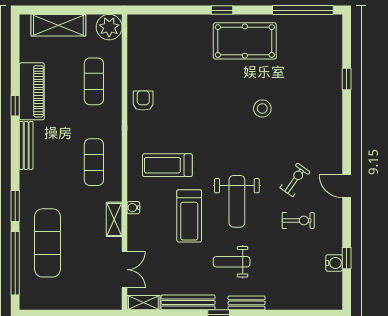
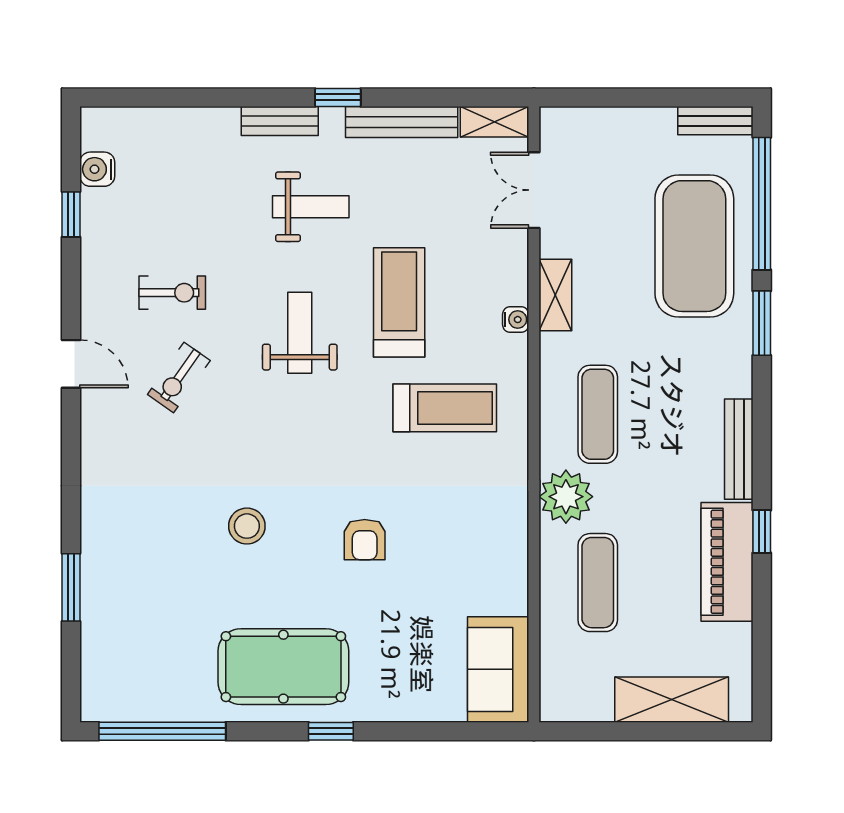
plant: (109, 27) -> (566, 497), moved
sofa: (142, 40) -> (498, 669), added
window: (347, 79) -> (71, 587), width x1.50
armchair: (143, 101) -> (365, 540), moved
weight bench: (237, 201) -> (300, 333), width x0.73, depth x0.75
exercise bike: (298, 221) -> (172, 293), turned 180
exercise mat: (47, 243) -> (694, 246), width x1.47
water cooler: (334, 263) -> (97, 169), moved
bench: (37, 303) -> (715, 121), added

